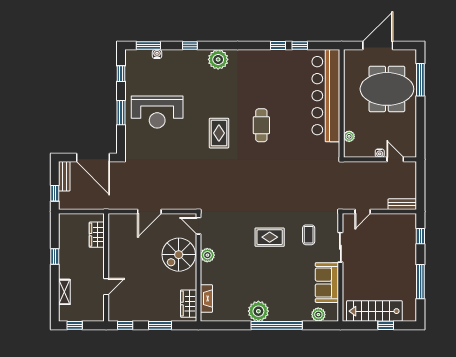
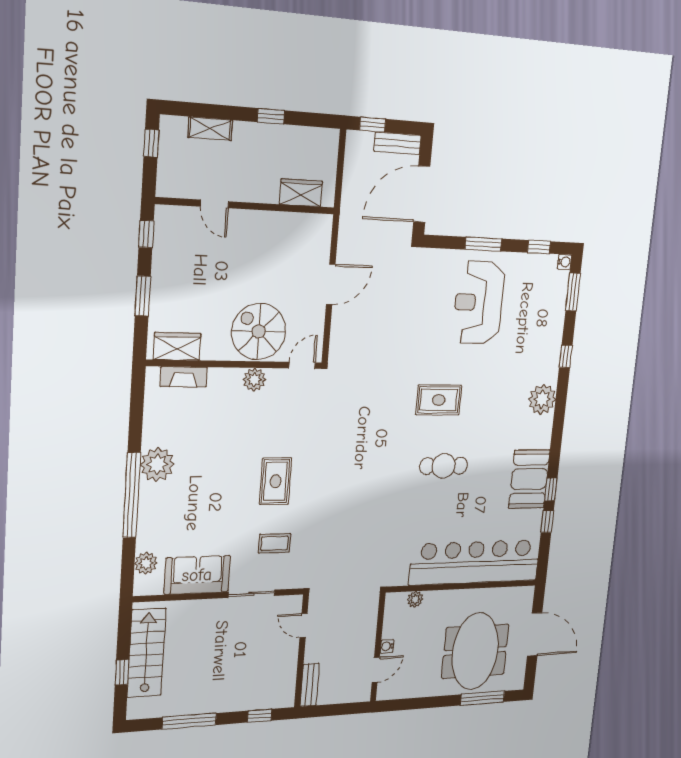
water cooler: (157, 54) -> (565, 262), moved
booth: (271, 62) -> (529, 479), added
door: (149, 212) -> (331, 284), swing flipped

